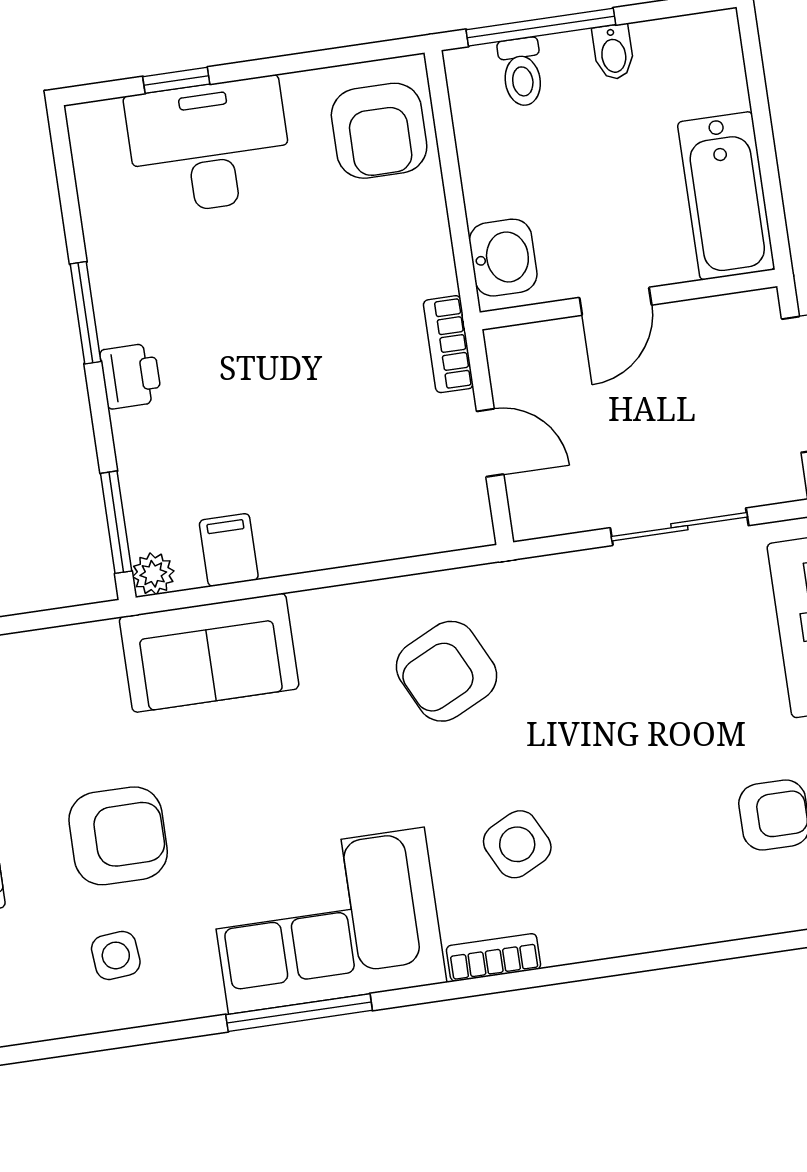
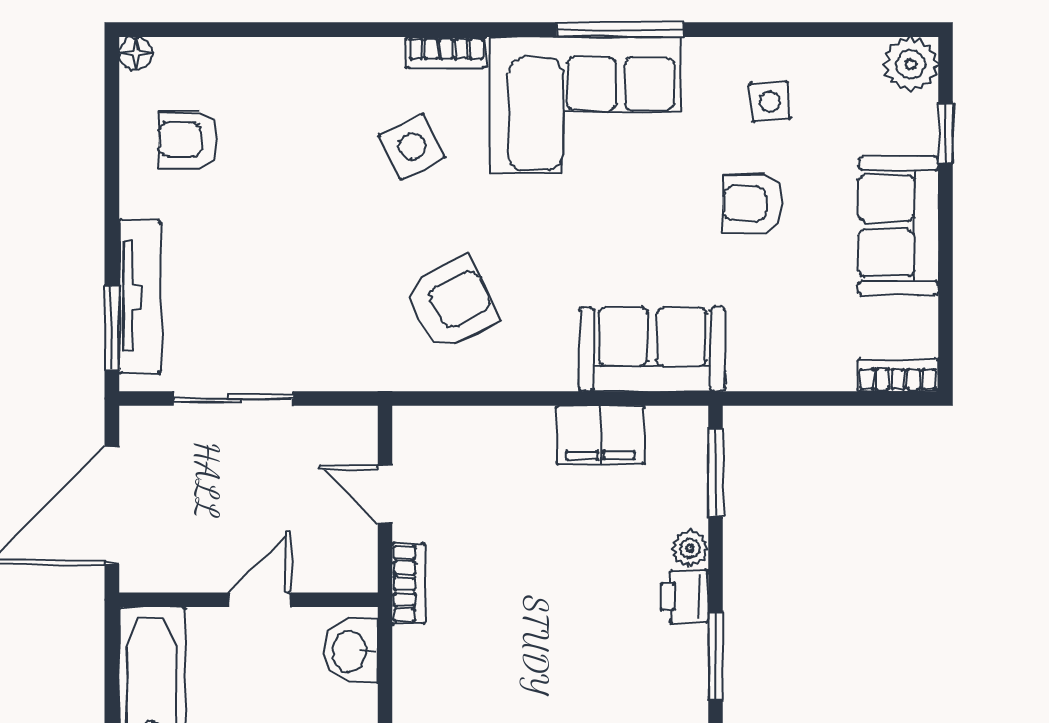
filing cabinet: (229, 550) -> (600, 435), width x2.00
plant: (153, 574) -> (690, 548), moved
armchair: (118, 836) -> (753, 204), width x0.72, depth x0.72

